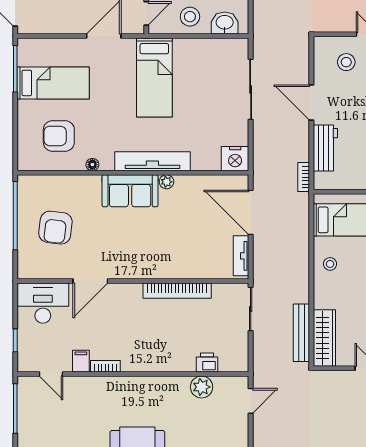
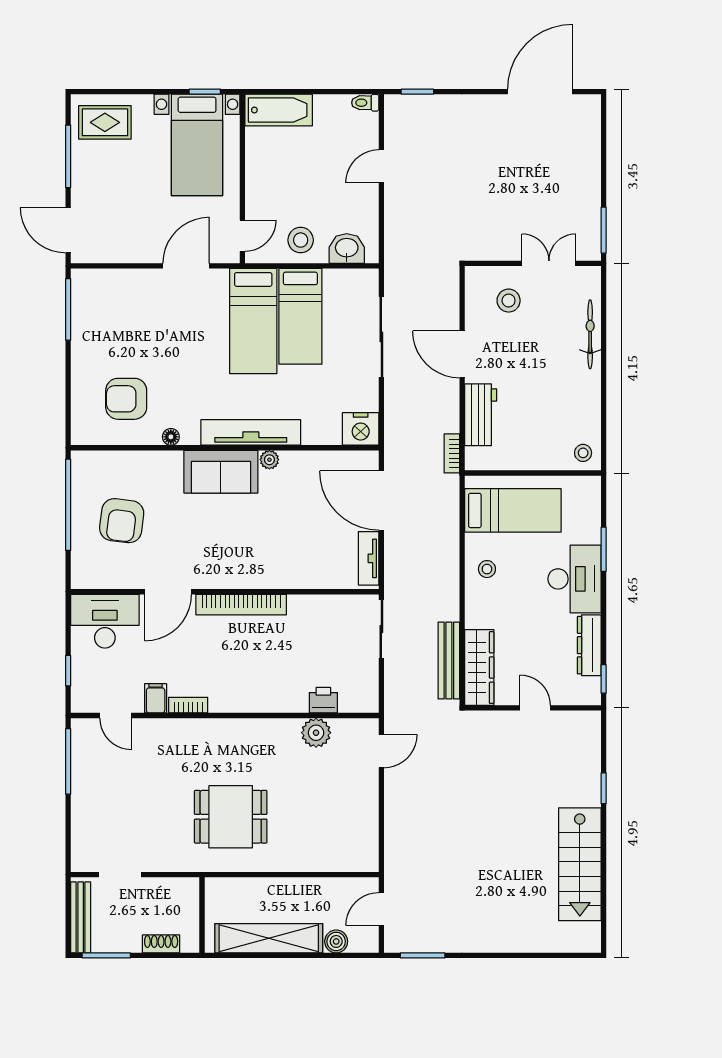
bed: (53, 83) -> (300, 316), moved, turned 90
bookcase: (177, 291) -> (241, 605), moved

